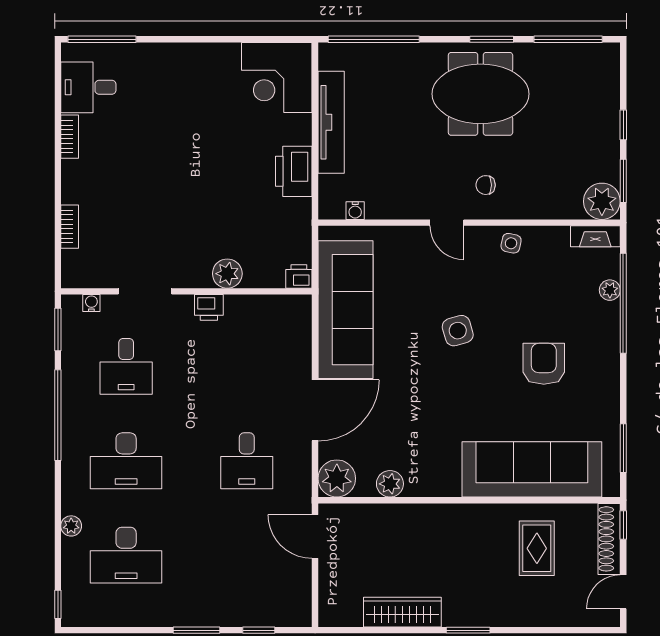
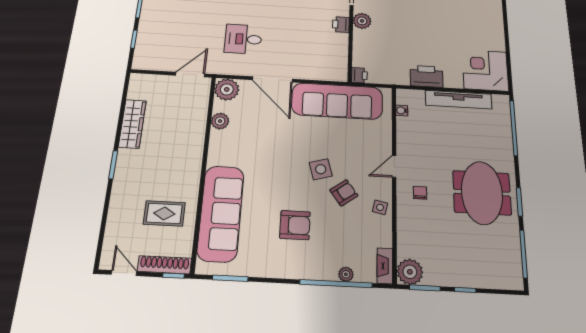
plant: (227, 274) -> (362, 21), moved
armchair: (492, 296) -> (344, 193), added

